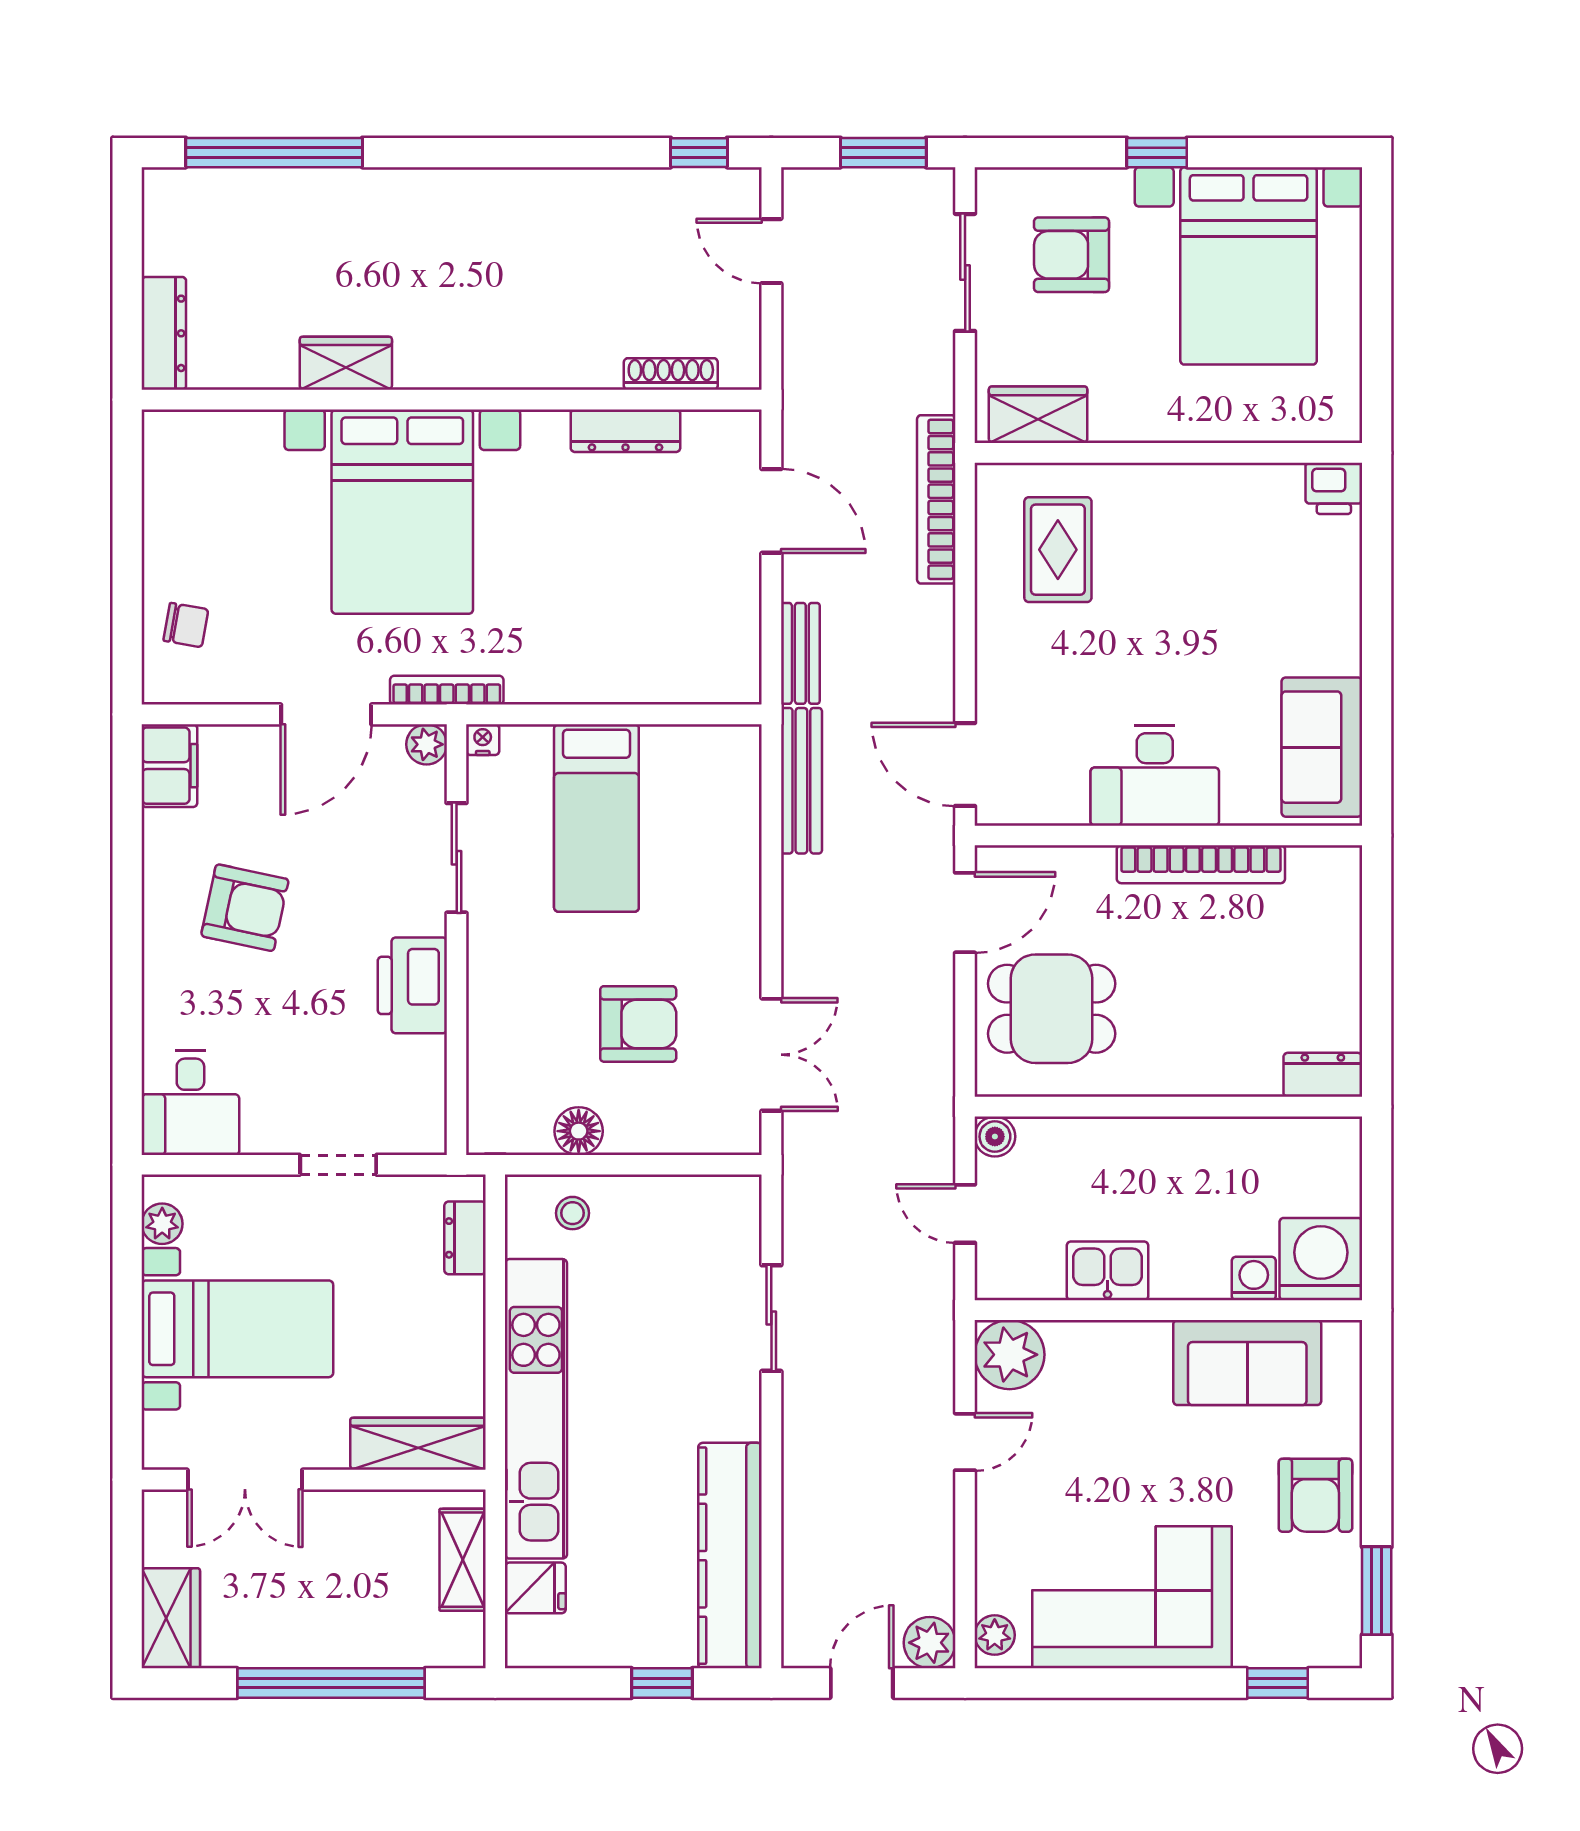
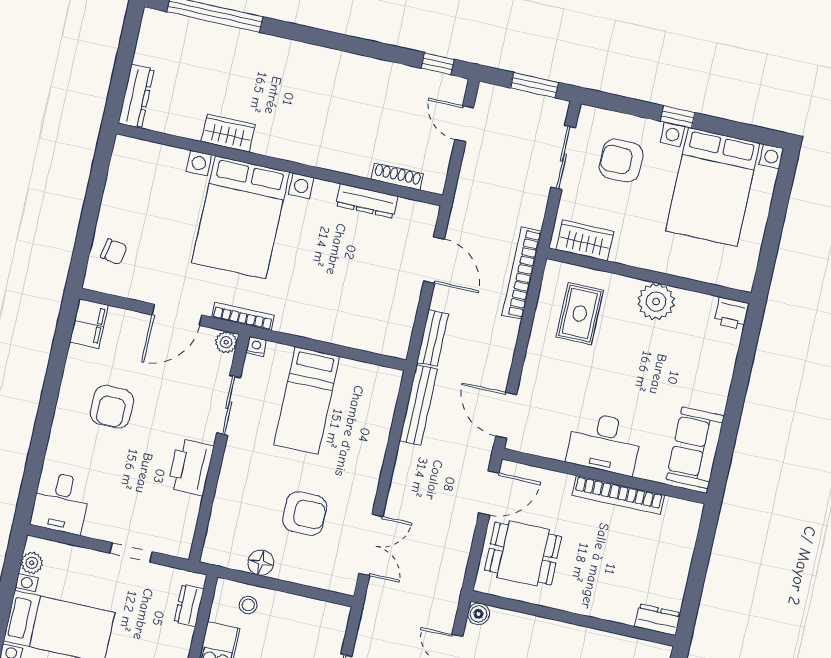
plant: (1192, 497) -> (656, 302), added
armchair: (245, 908) -> (112, 407), turned 78

